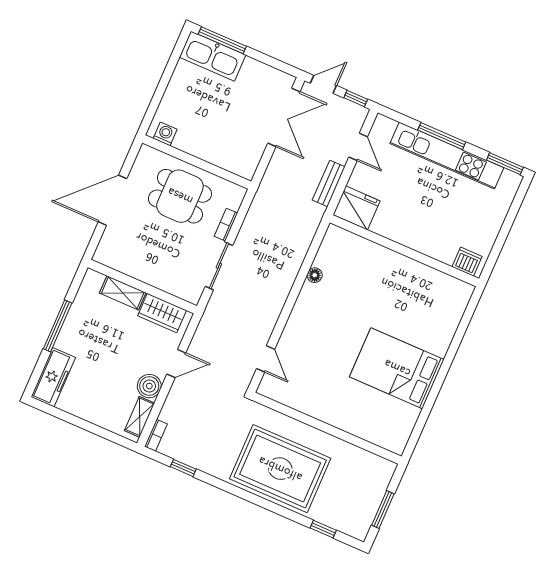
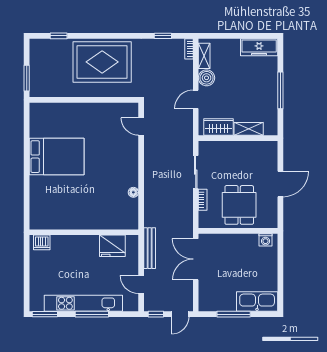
window: (222, 40) -> (234, 314), moved
double door: (284, 117) -> (196, 259), moved
bench: (329, 183) -> (150, 248), width x1.36
dining table: (180, 196) -> (239, 205), turned 90
door: (112, 200) -> (280, 184), width x0.73
fridge: (356, 208) -> (112, 246), moved
freezer: (53, 377) -> (259, 47), moved, turned -90
window: (383, 509) -> (27, 78), moved

